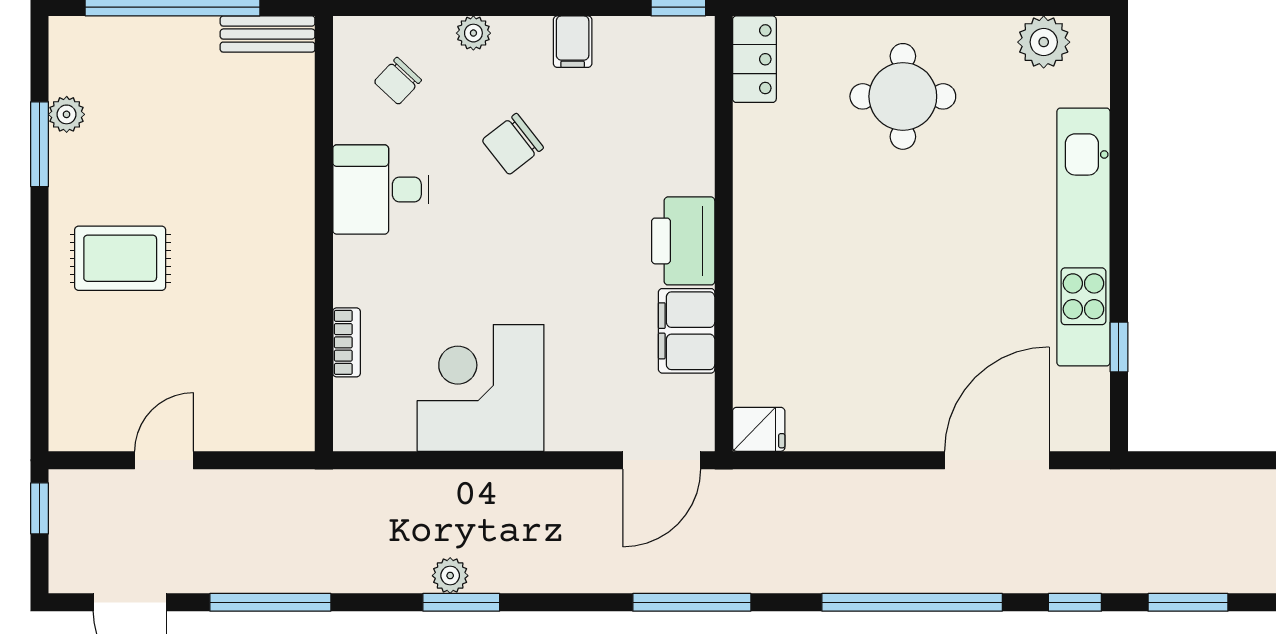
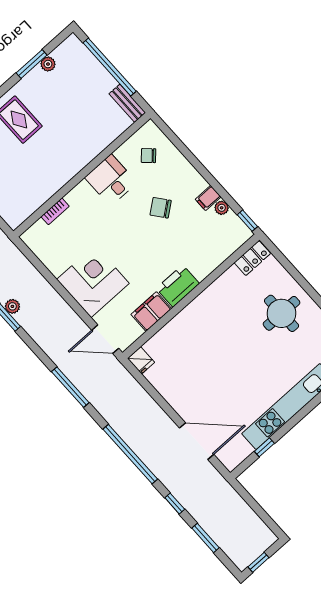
plant: (473, 33) -> (222, 208), moved
corner desk: (481, 388) -> (93, 281), moved

